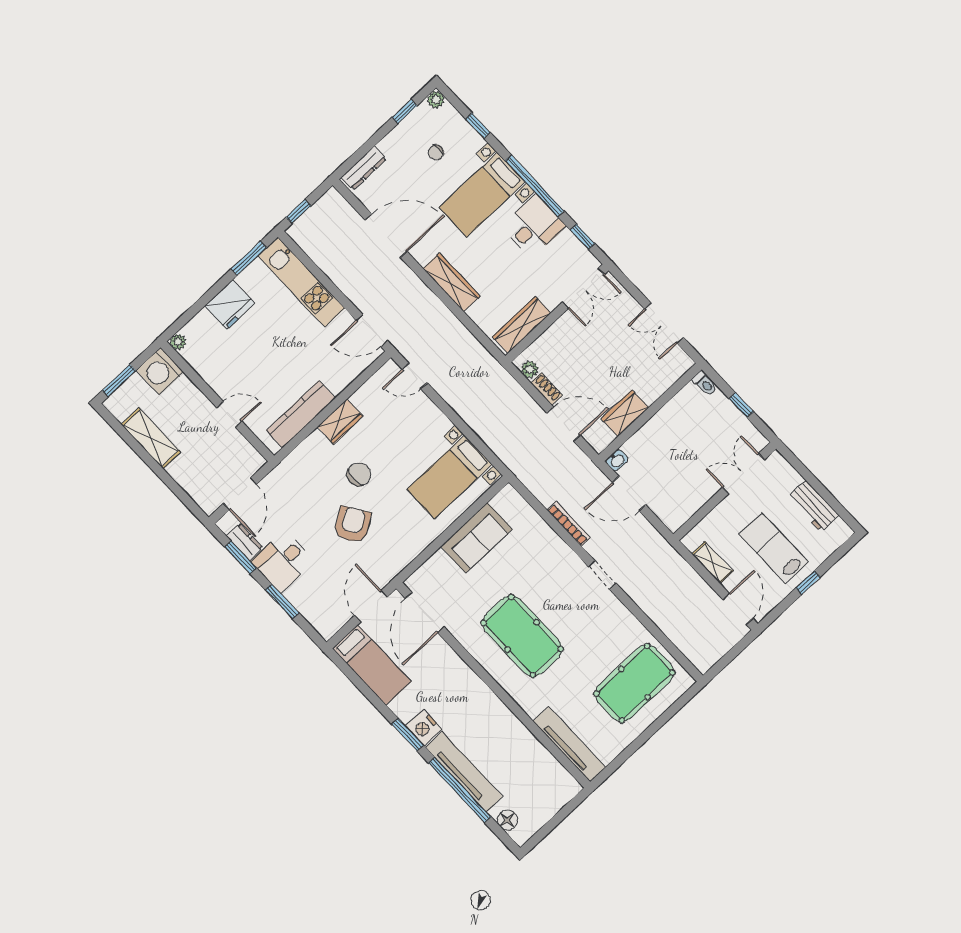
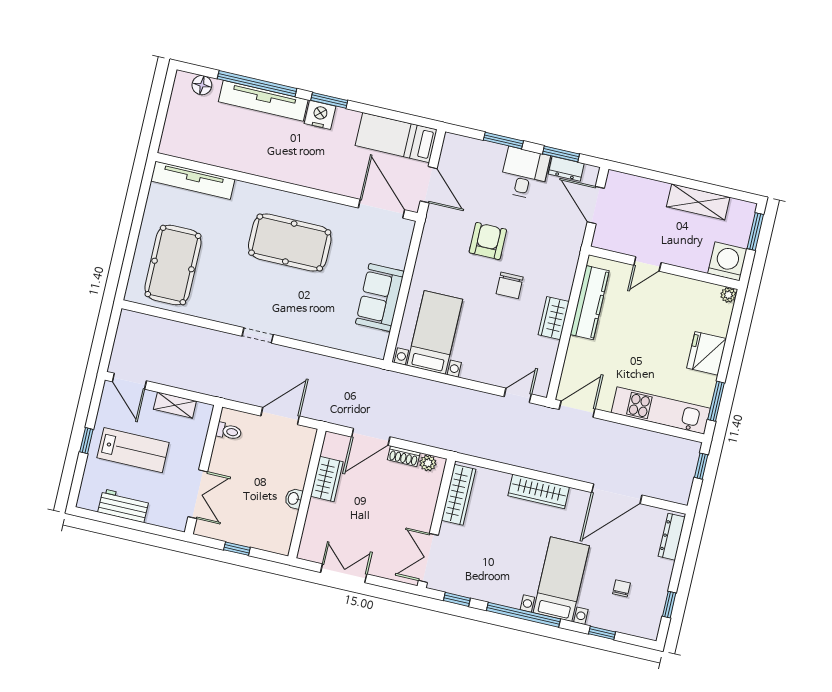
plant: (436, 100) -> (650, 631), removed
desk: (533, 226) -> (502, 581), removed
toilet: (705, 383) -> (229, 431), moved, turned 180
washbasin: (617, 460) -> (294, 499), moved
bookcase: (569, 524) -> (313, 359), removed
armchair: (352, 525) -> (488, 241), turned -147

